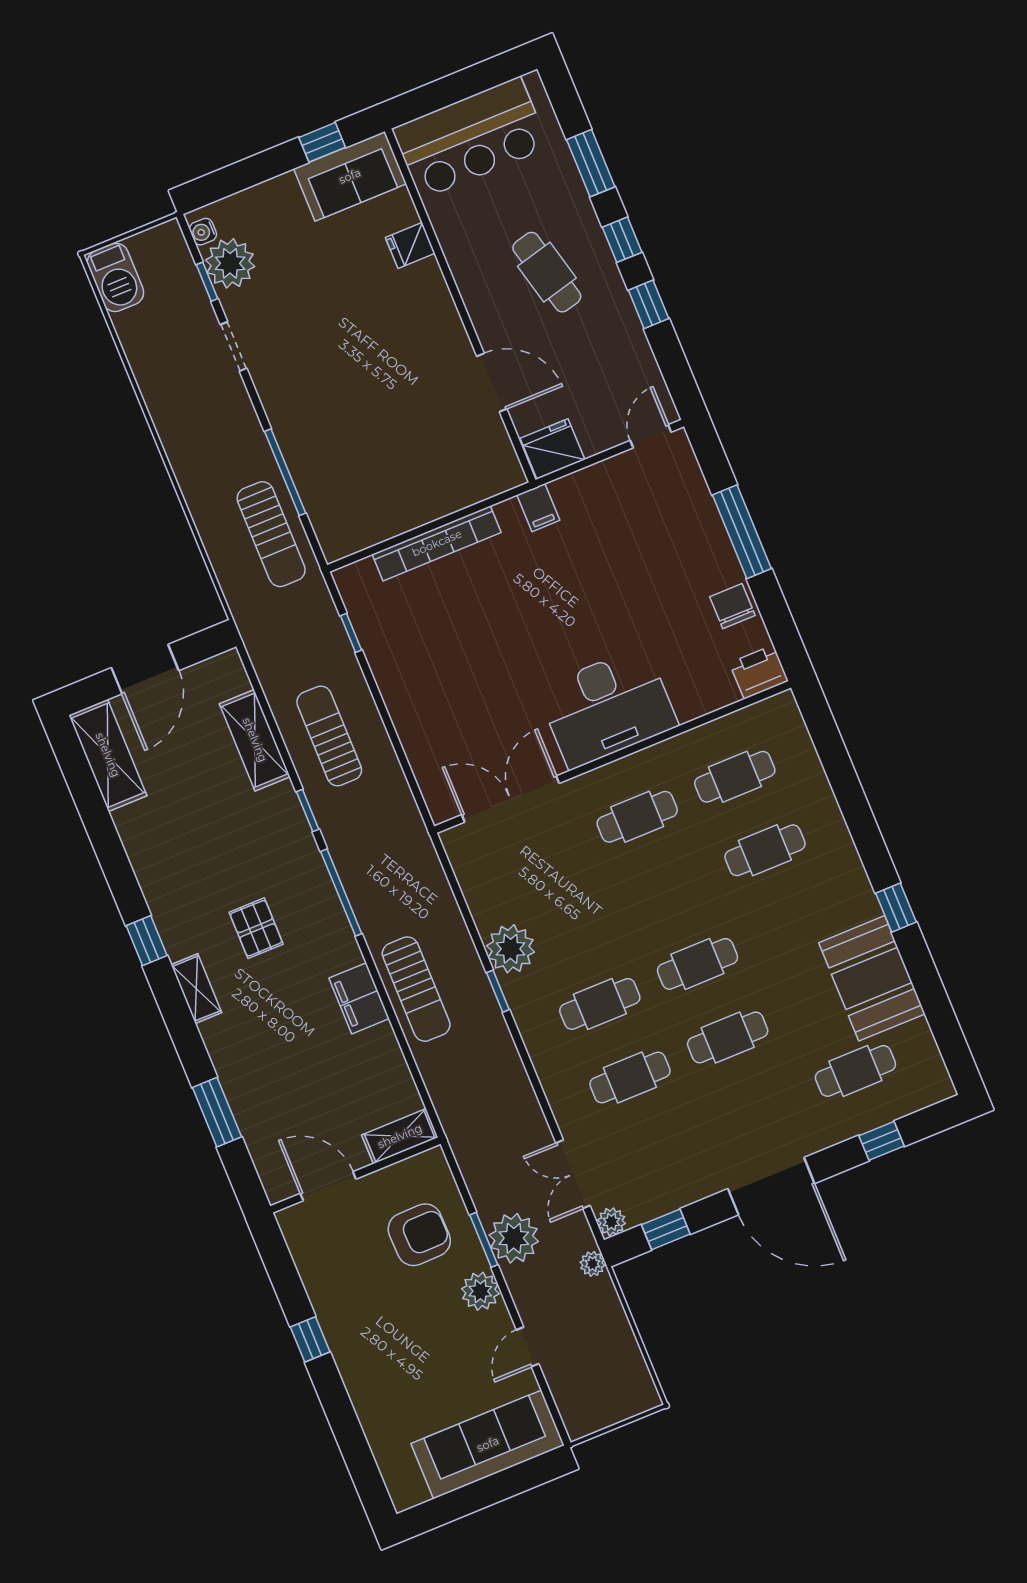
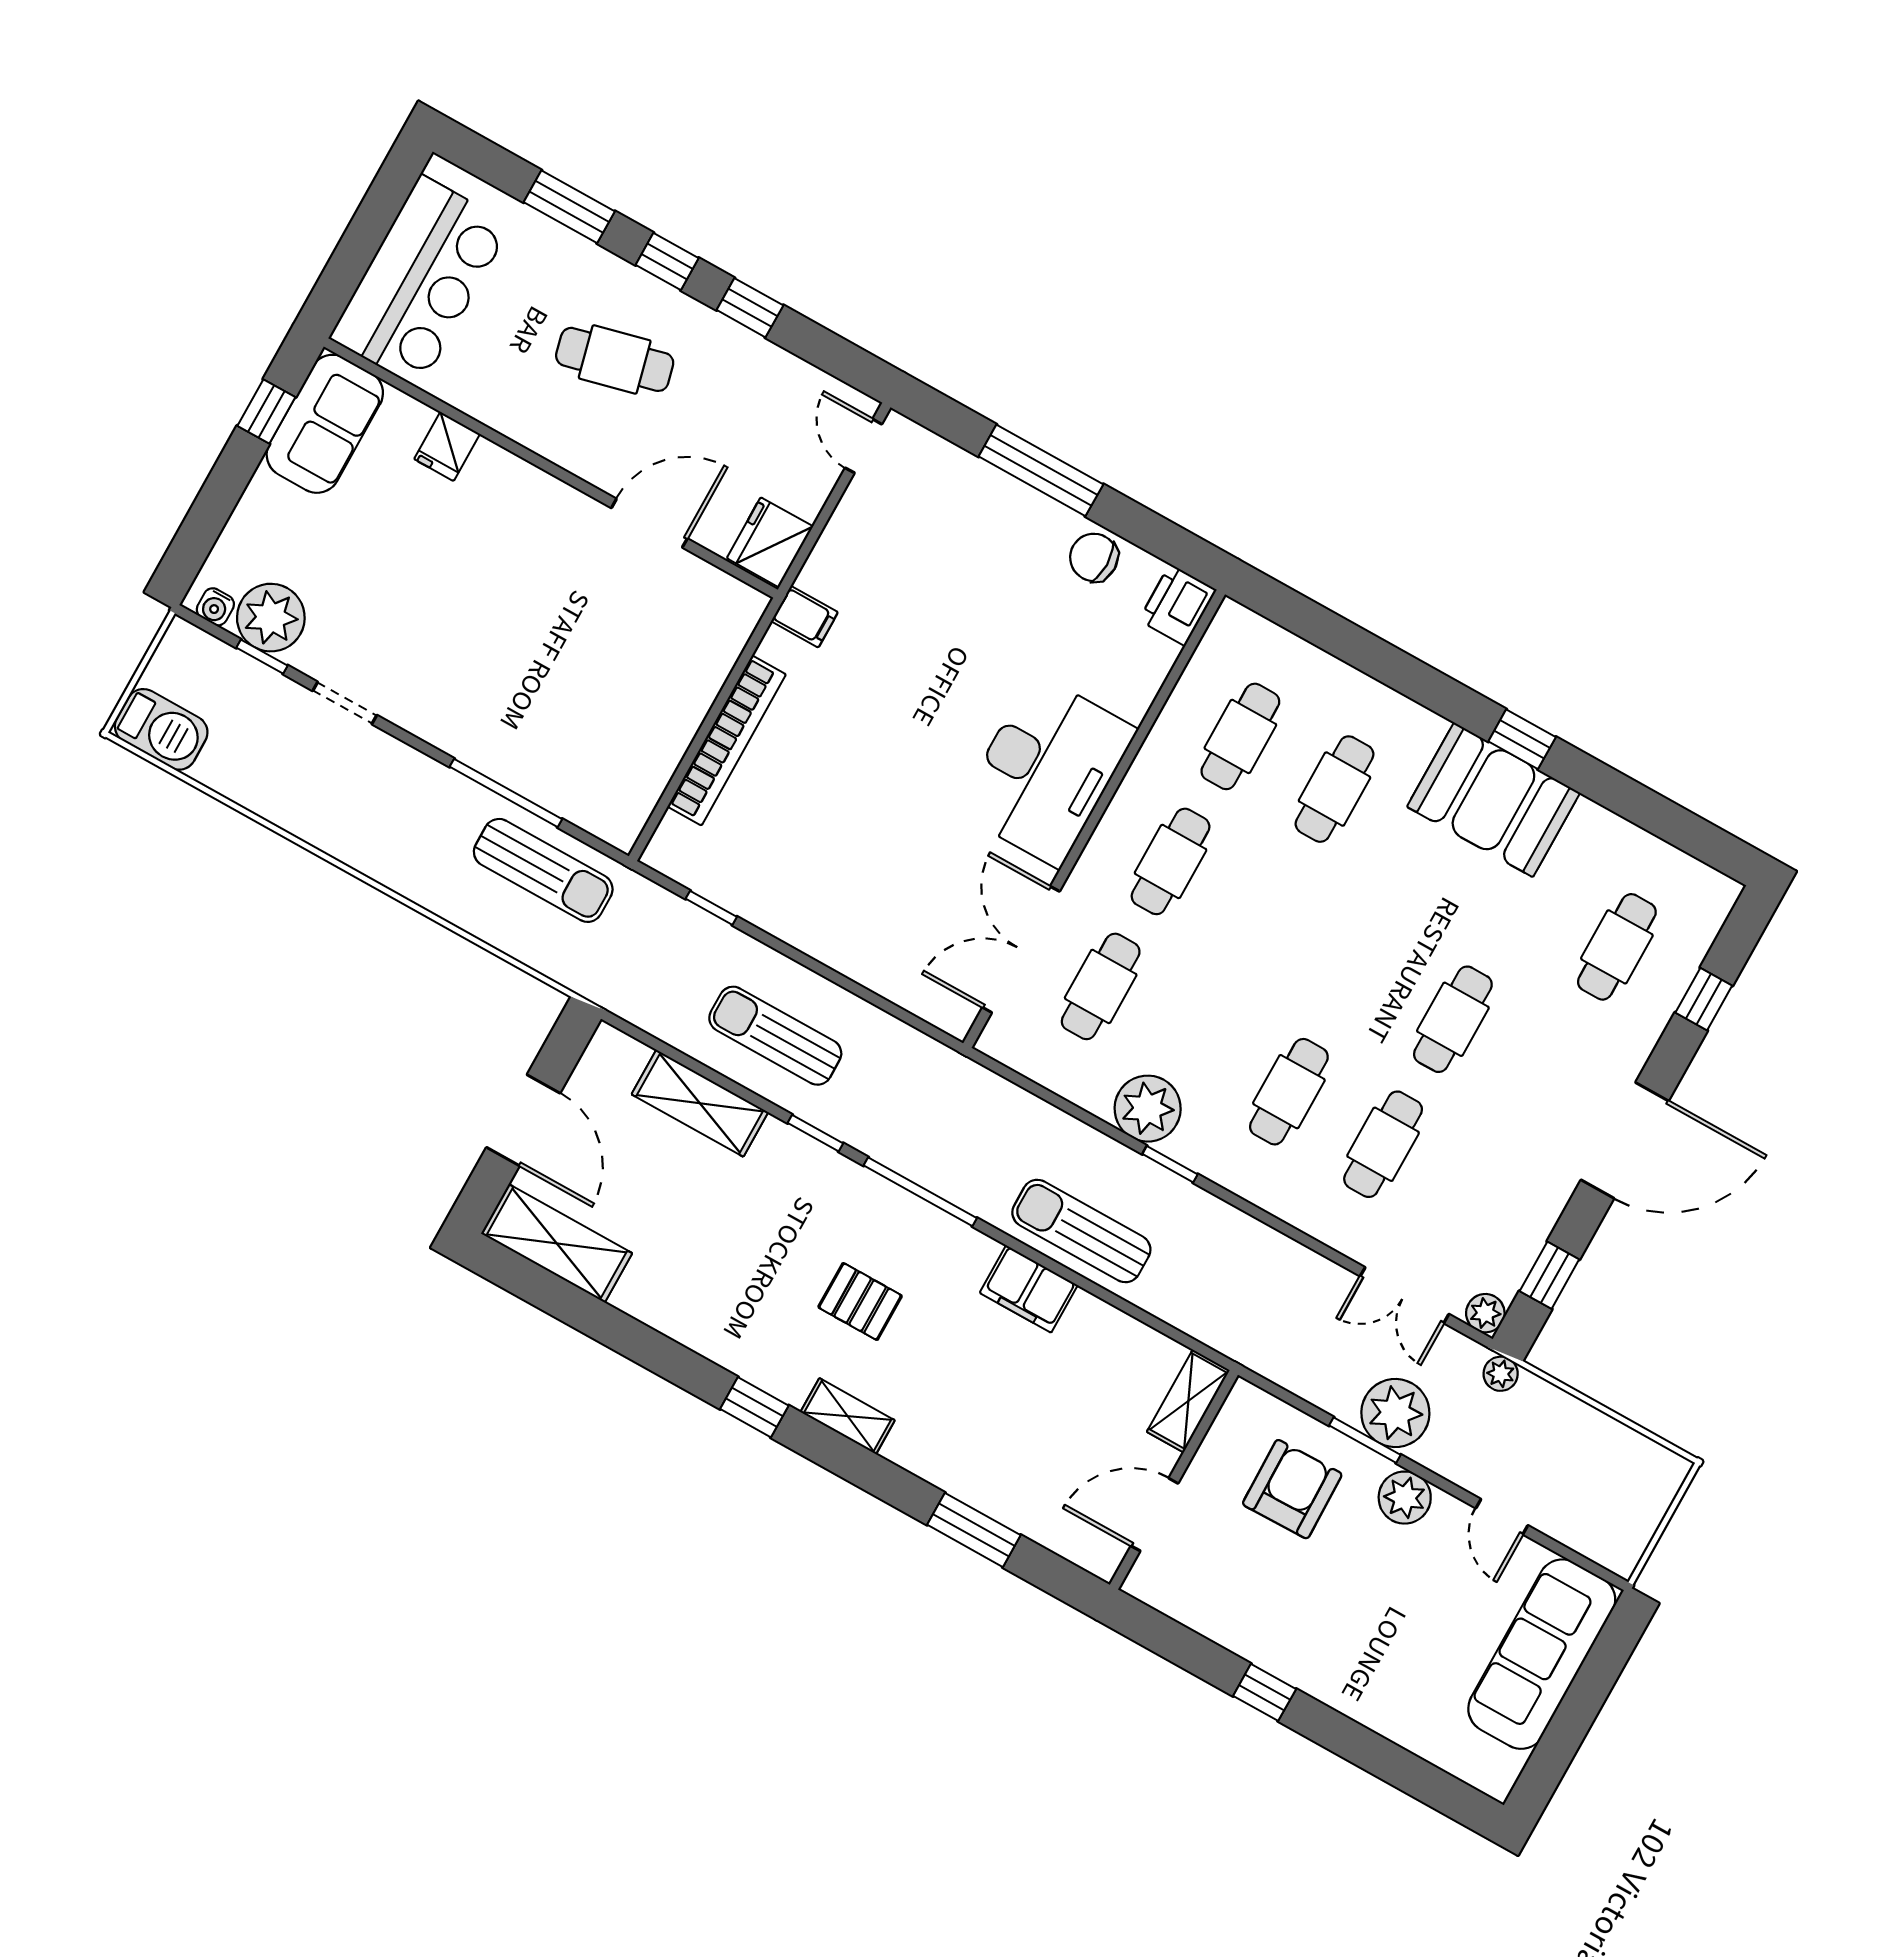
cafe table: (697, 964) -> (1101, 986), moved
booth: (872, 978) -> (1493, 800), moved
sun lounger: (416, 989) -> (1081, 1231), turned 180

